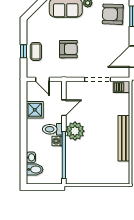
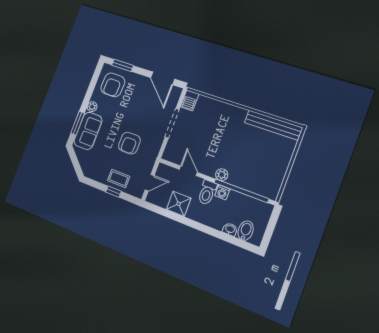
armchair: (68, 49) -> (129, 143), turned 180
plant: (75, 131) -> (222, 175), width x0.53, depth x0.53
bench: (124, 138) -> (273, 125), moved

